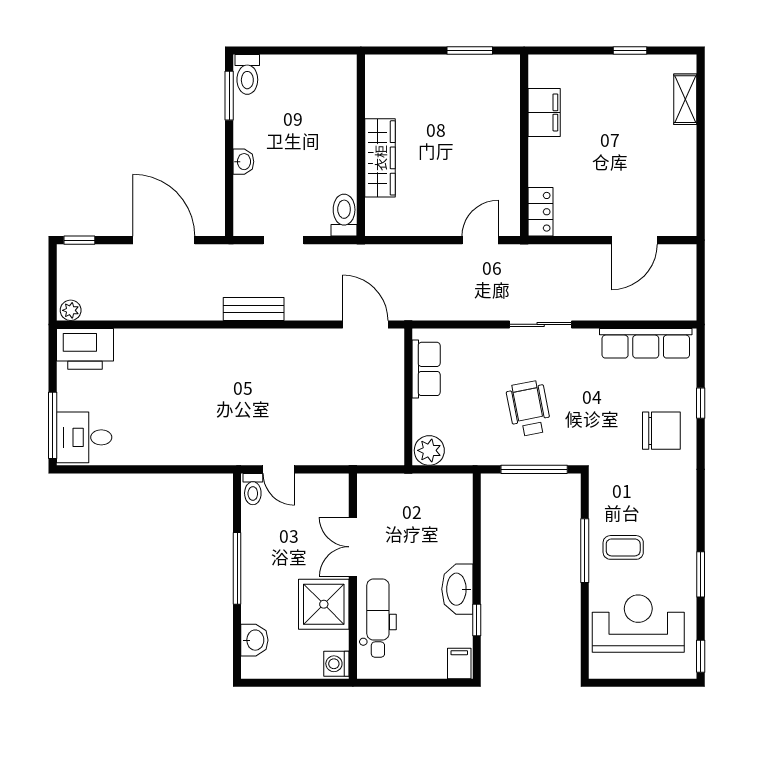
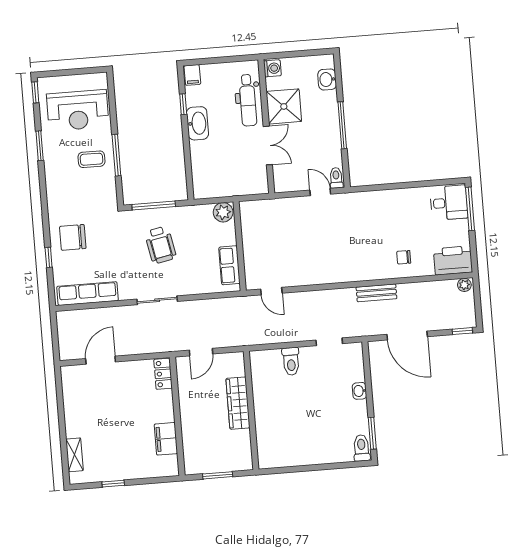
wall: (361, 145) -> (251, 410), moved
wardrobe: (380, 158) -> (238, 403), moved
bench: (254, 309) -> (376, 293), moved
door: (365, 324) -> (271, 291), width x0.73
chair: (160, 360) -> (404, 257), added

